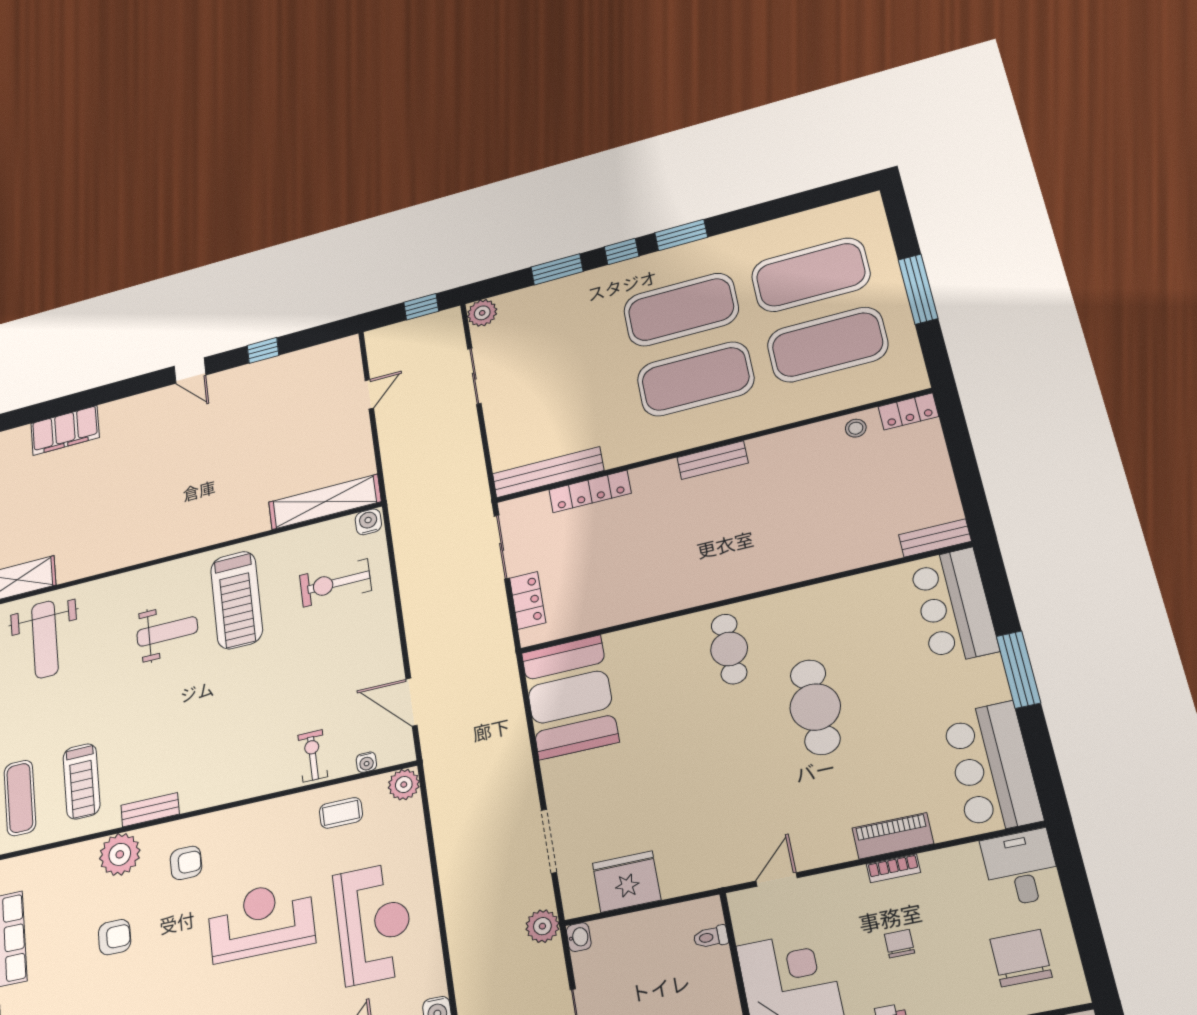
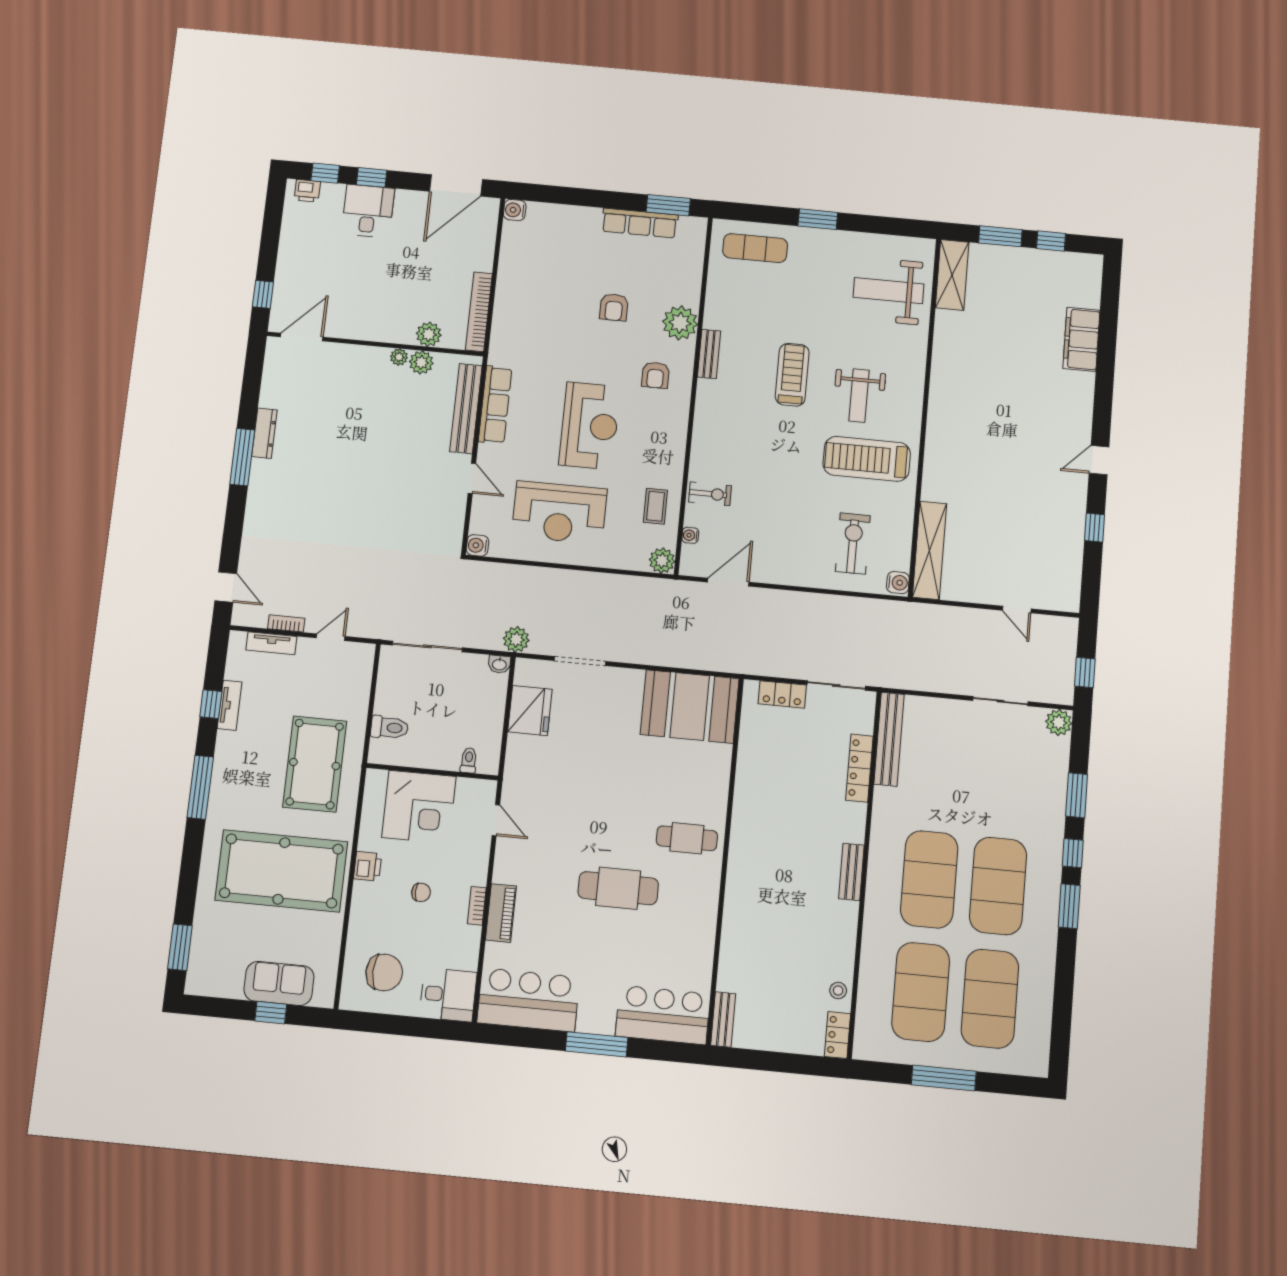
treadmill: (82, 781) -> (792, 375), moved, turned 90

